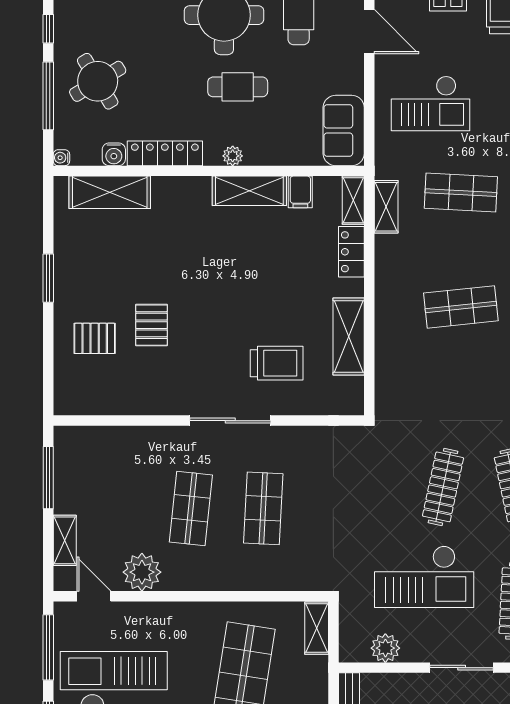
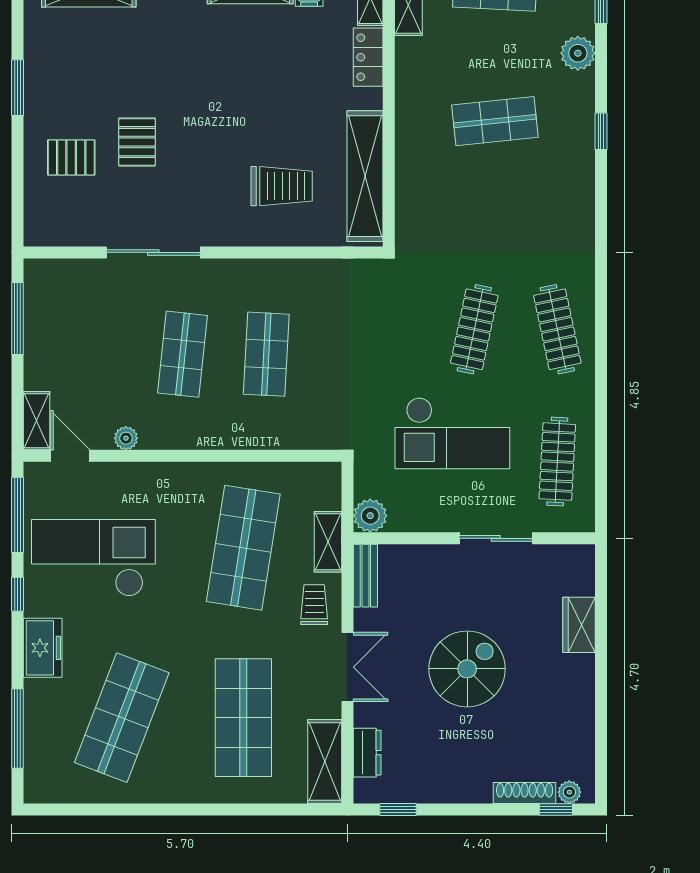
shelving: (349, 336) -> (365, 176), width x1.47
sliding door: (230, 421) -> (153, 252), moved
shelving: (65, 540) -> (37, 421), moved
plant: (142, 572) -> (126, 438), width x0.53, depth x0.53
shelving: (317, 628) -> (328, 542), moved
plant: (385, 648) -> (370, 516), moved

